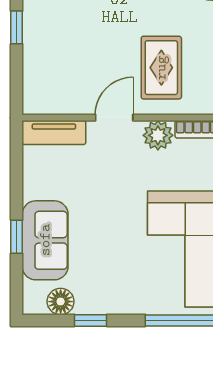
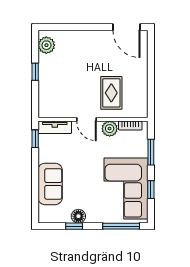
door: (114, 118) -> (86, 119), swing flipped
window: (17, 237) -> (35, 139), moved
floor lamp: (61, 302) -> (78, 216), moved

